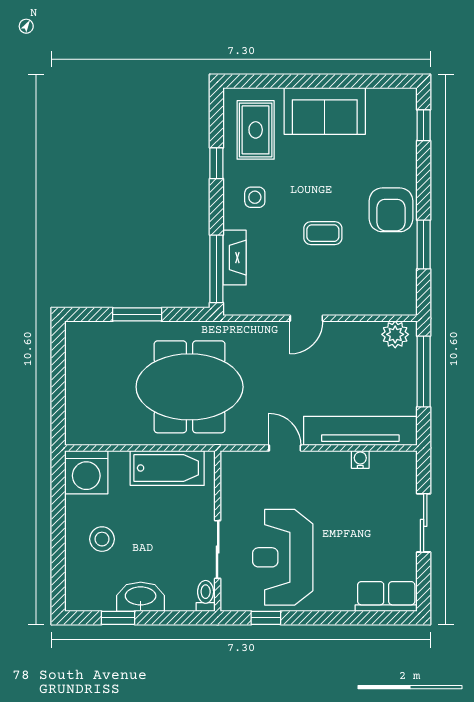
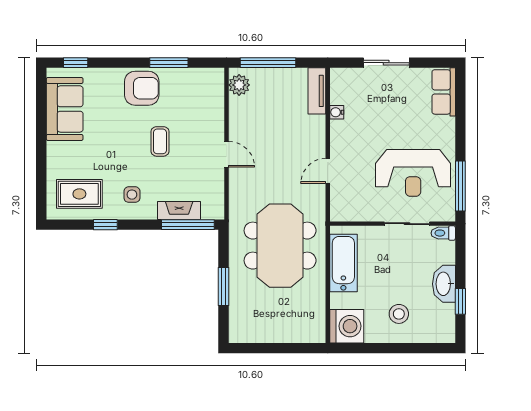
sofa: (325, 111) -> (65, 109), moved
tv unit: (360, 431) -> (317, 91), width x0.52, depth x0.78
window: (266, 618) -> (460, 186), width x2.17

